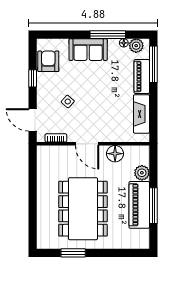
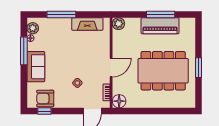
window: (153, 64) -> (61, 14), moved
piano: (142, 76) -> (57, 24), removed
window: (33, 78) -> (44, 111), moved
floor lamp: (115, 154) -> (119, 101), moved
plant: (142, 173) -> (118, 24), moved
window: (73, 253) -> (198, 68), moved

